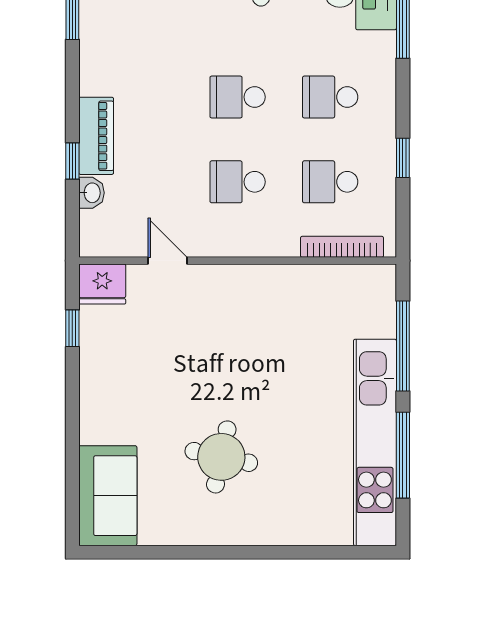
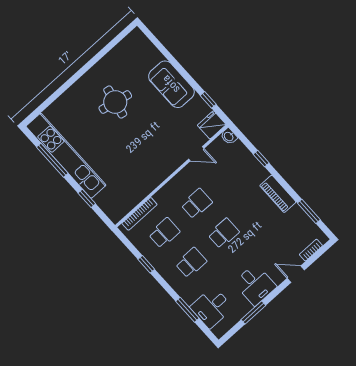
piano: (96, 136) -> (278, 194), moved
washbasin: (91, 193) -> (229, 136), moved
window: (403, 346) -> (87, 198), width x0.46
sofa: (108, 496) -> (171, 84), moved

